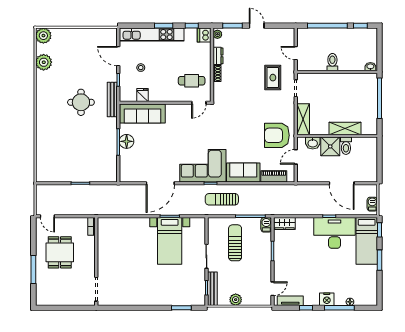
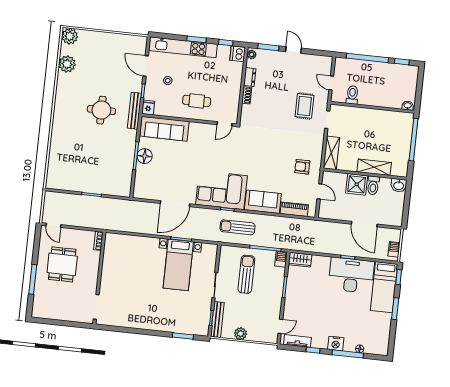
toilet: (332, 62) -> (352, 95), moved
cafe table: (192, 81) -> (197, 101), moved
fridge: (143, 95) -> (148, 107), moved
armchair: (277, 135) -> (302, 167), width x0.53, depth x0.53
washbasin: (313, 143) -> (399, 185), moved
door: (296, 157) -> (319, 191), swing flipped

